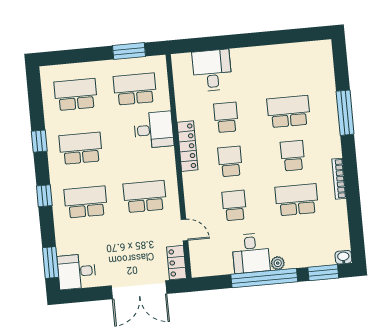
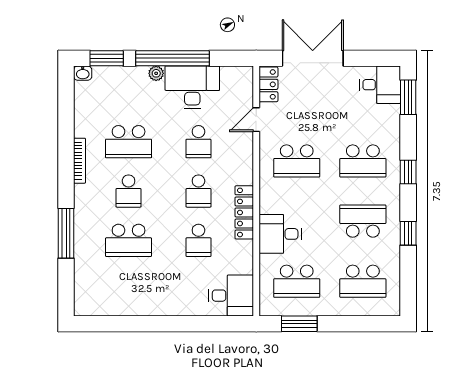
desk: (212, 70) -> (231, 296), moved, turned -90
school desk: (81, 148) -> (363, 221), turned 180
door: (184, 230) -> (256, 120), hinge flipped
desk: (251, 253) -> (192, 87), width x1.37

